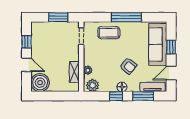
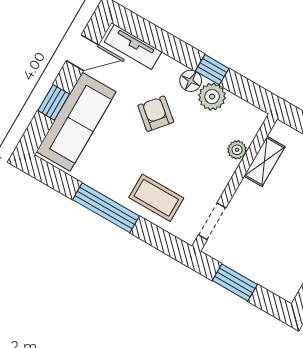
plant: (93, 85) -> (212, 97), moved
window: (143, 96) -> (161, 40), removed

